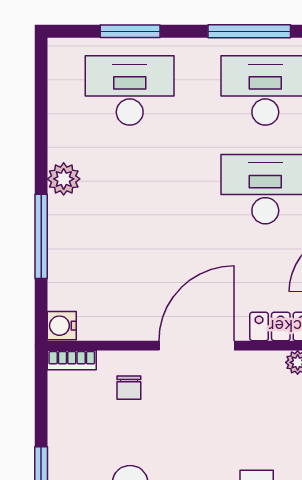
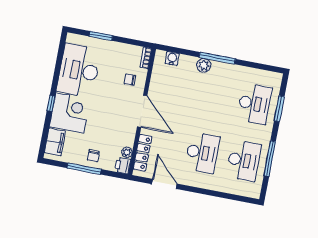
plant: (64, 179) -> (204, 65), moved
window: (41, 236) -> (217, 58), moved
water cooler: (62, 326) -> (172, 58), moved

